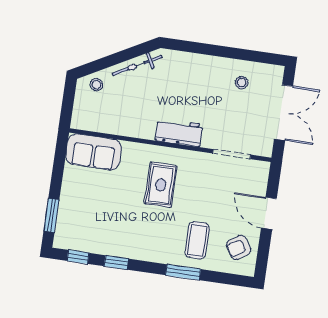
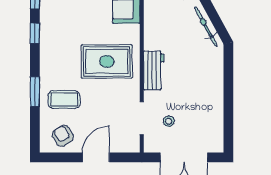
stool: (242, 83) -> (169, 121), moved
rug: (161, 185) -> (107, 61), width x1.36, depth x1.43

